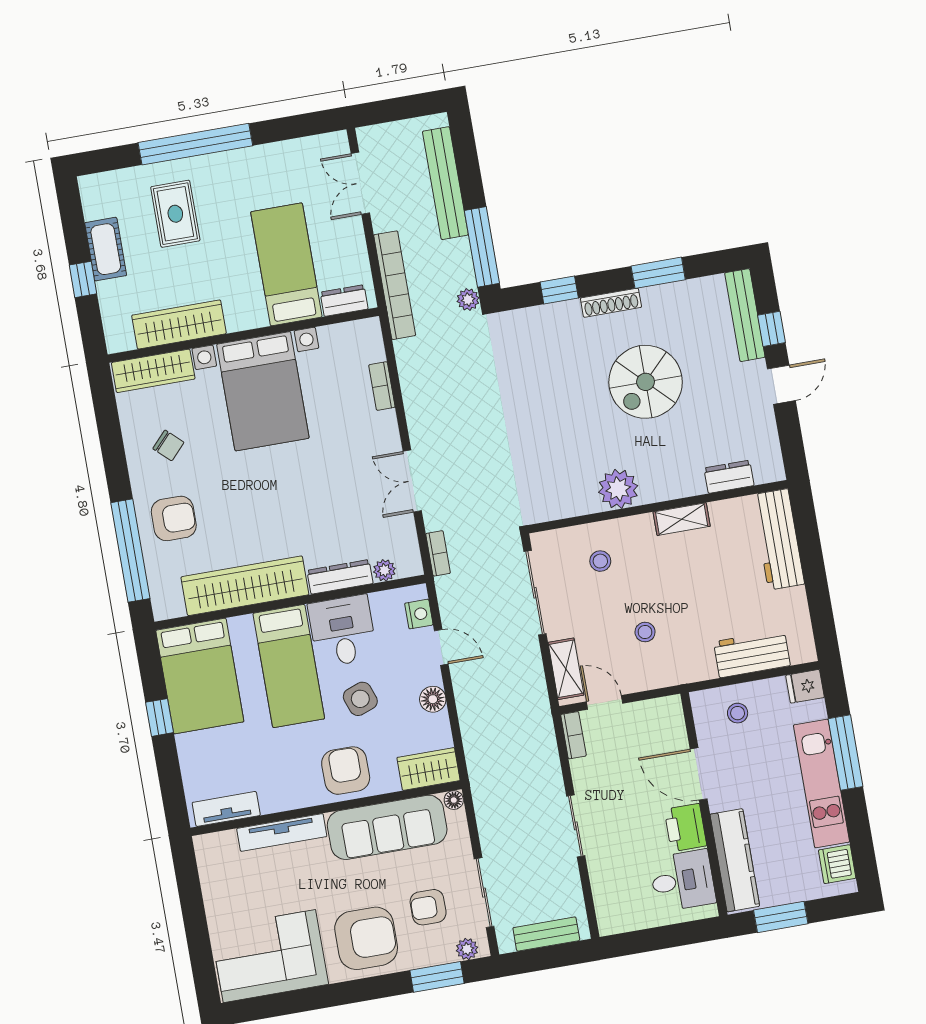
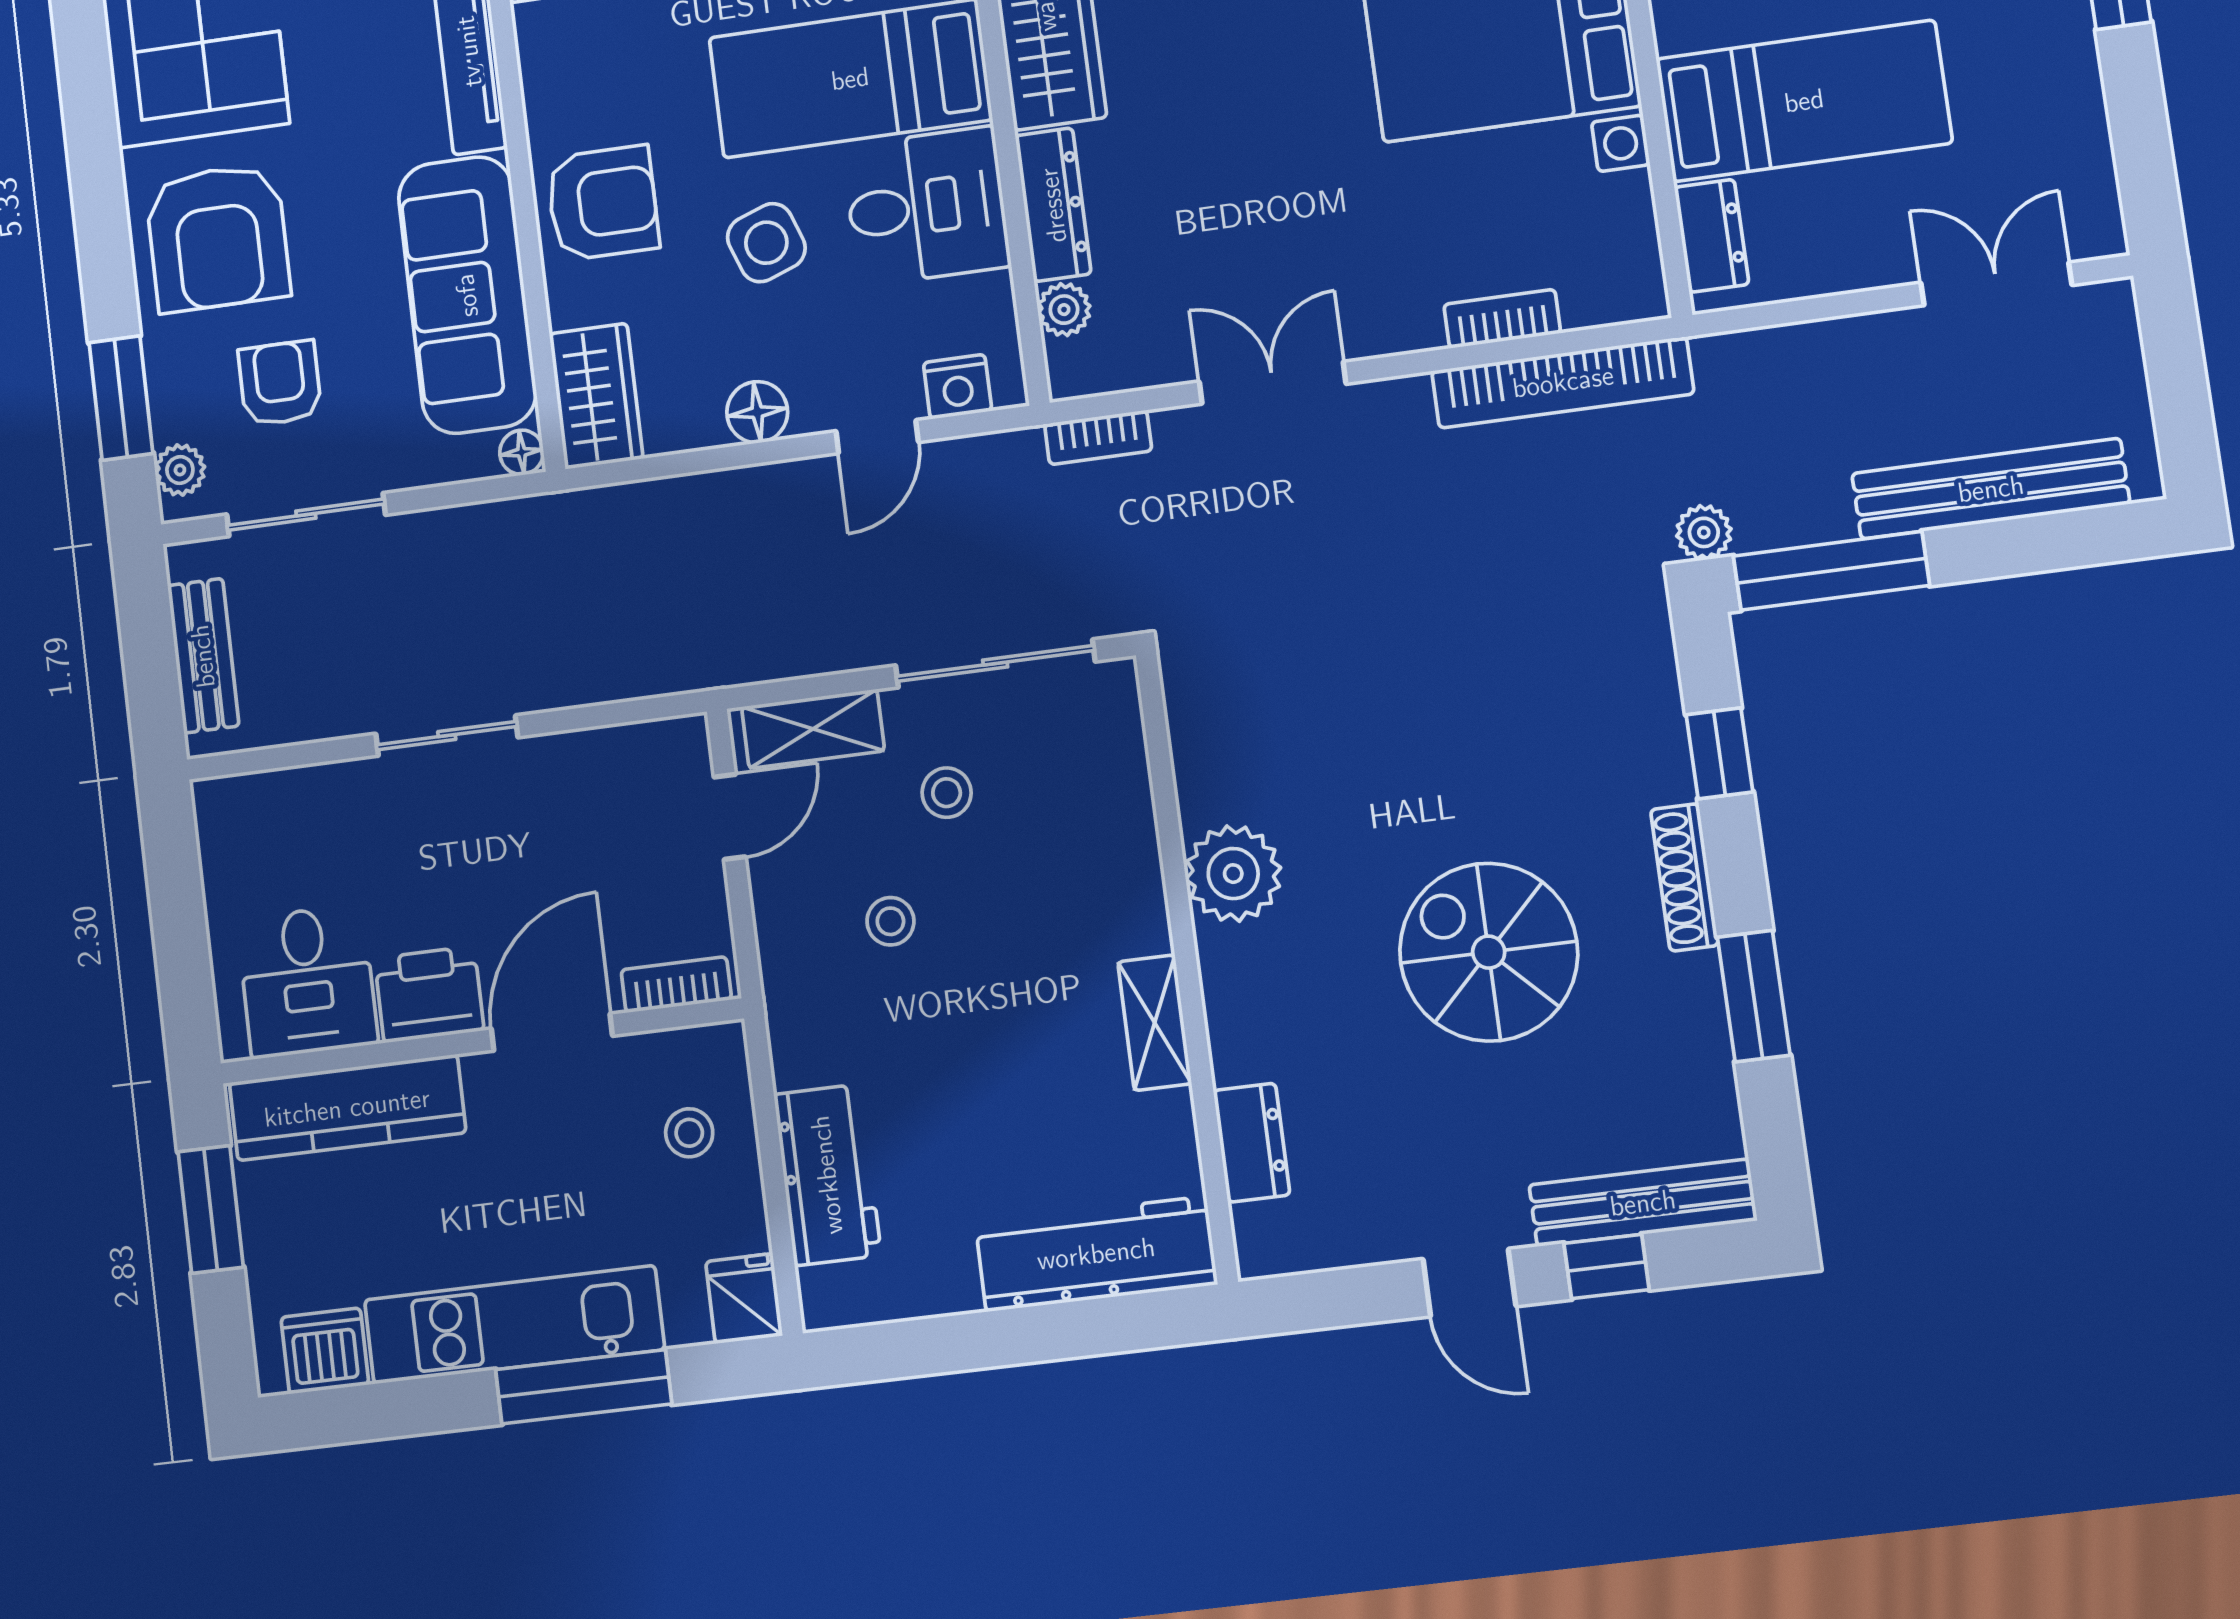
bookcase: (395, 285) -> (1563, 382), moved
stool: (600, 561) -> (947, 793), moved
bookcase: (573, 735) -> (676, 985), moved, turned 180

